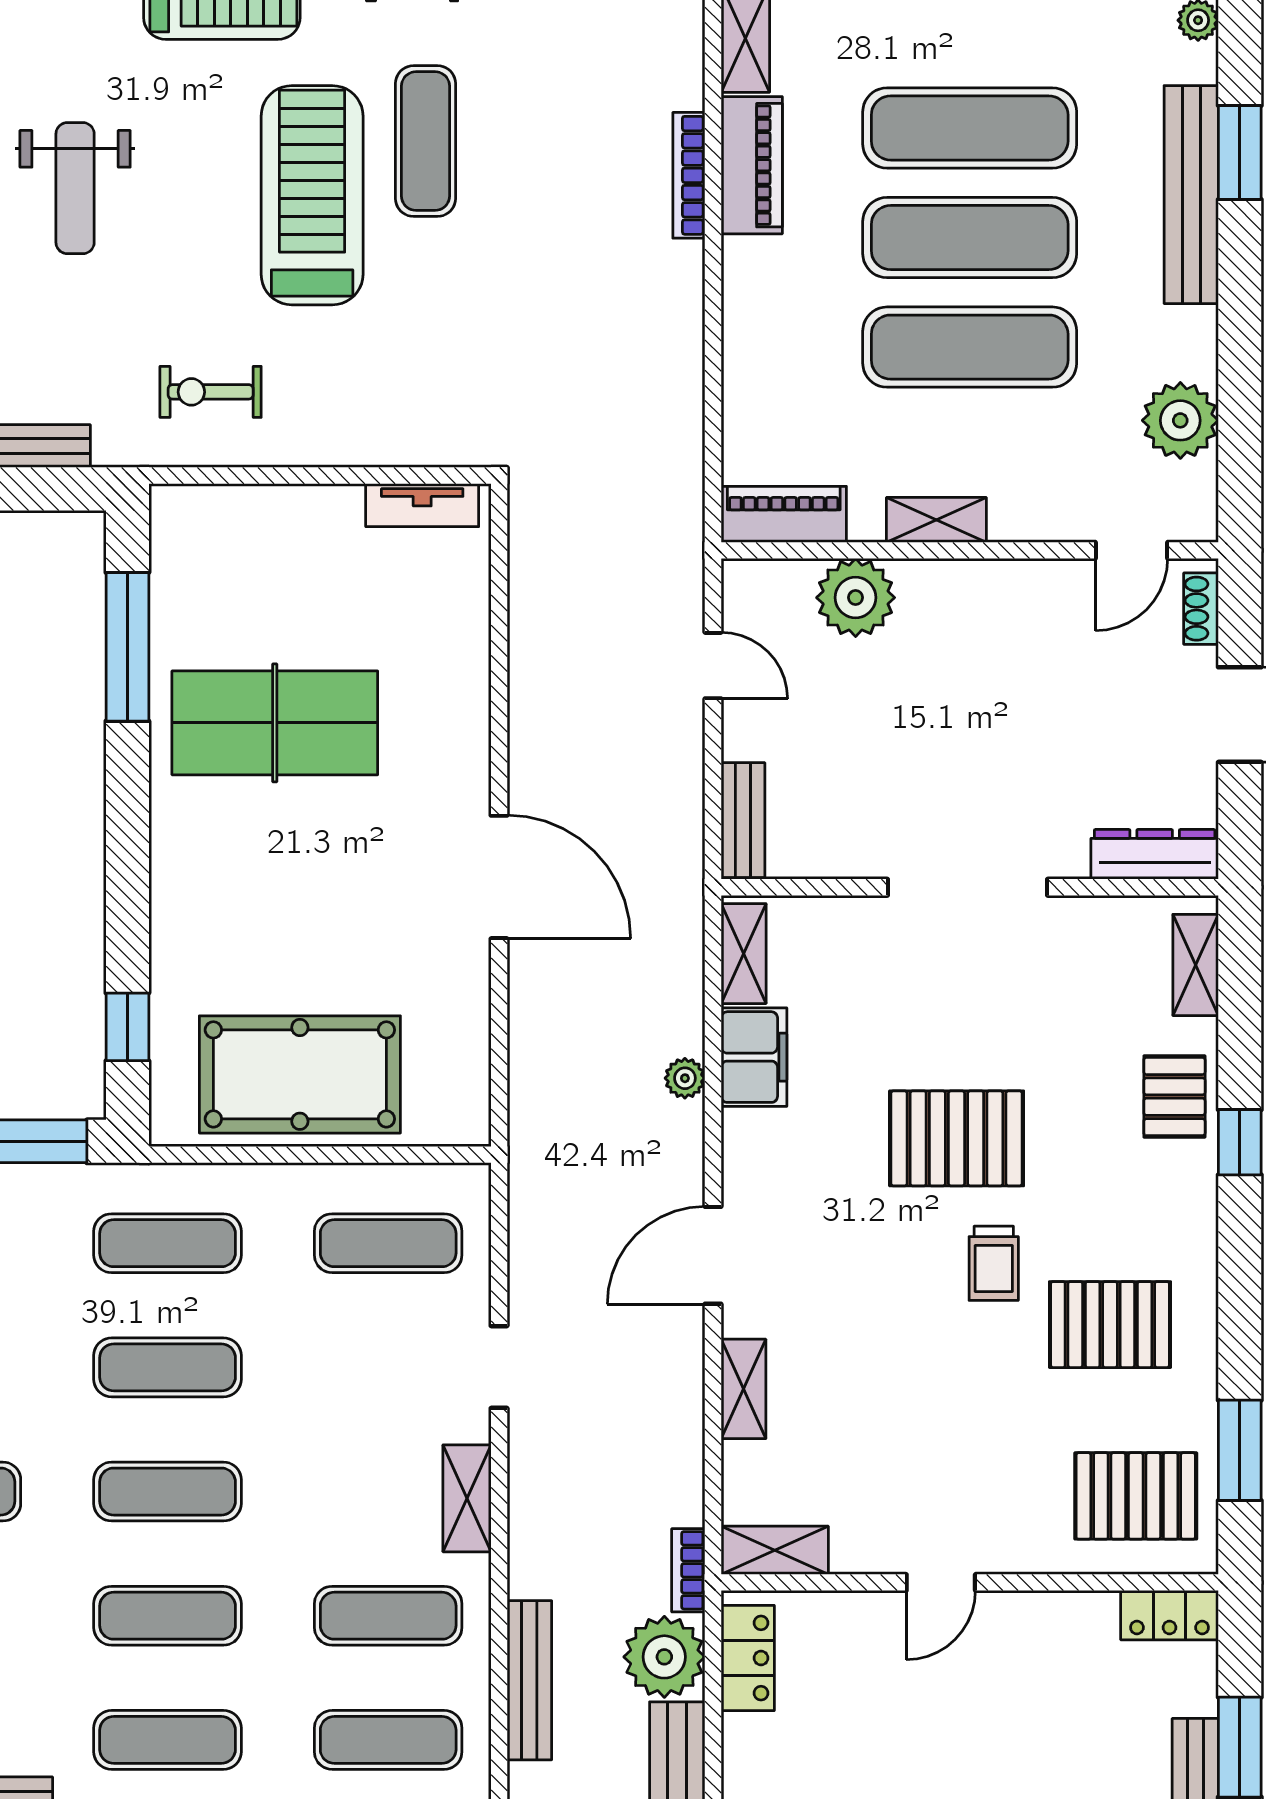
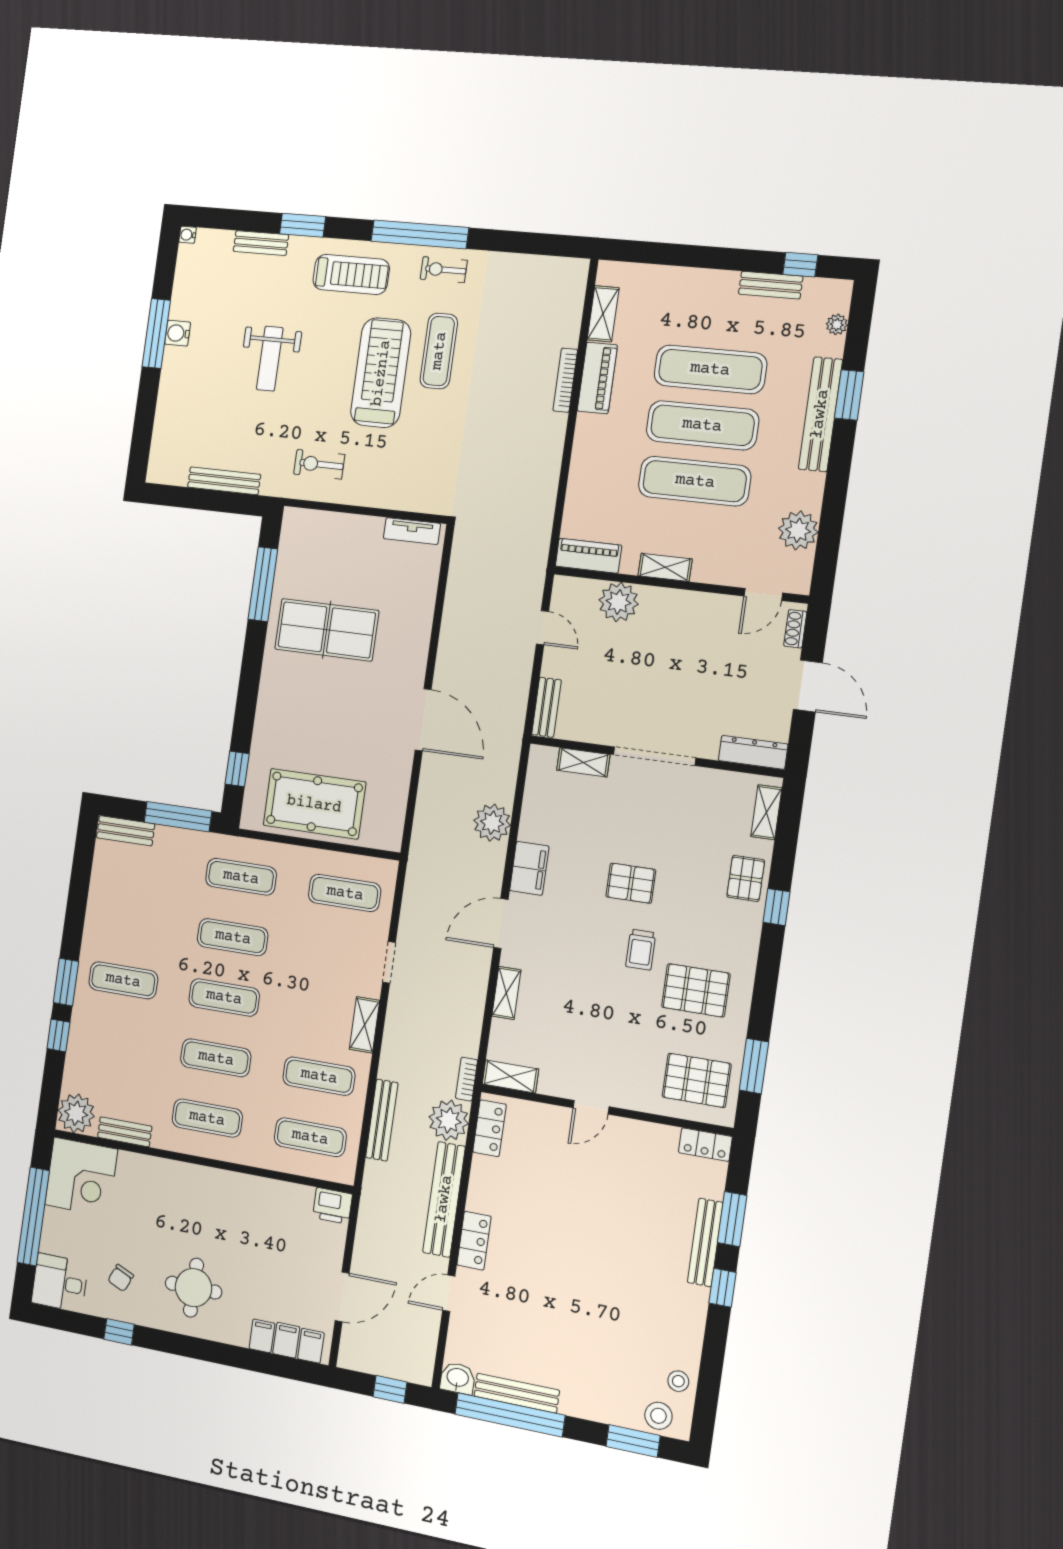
shelving: (744, 954) -> (583, 762), moved, turned 90
filing cabinet: (754, 1057) -> (529, 868), moved
plant: (685, 1078) -> (492, 823), width x1.88, depth x1.88
pallet: (957, 1138) -> (631, 883), width x0.67, depth x0.71

